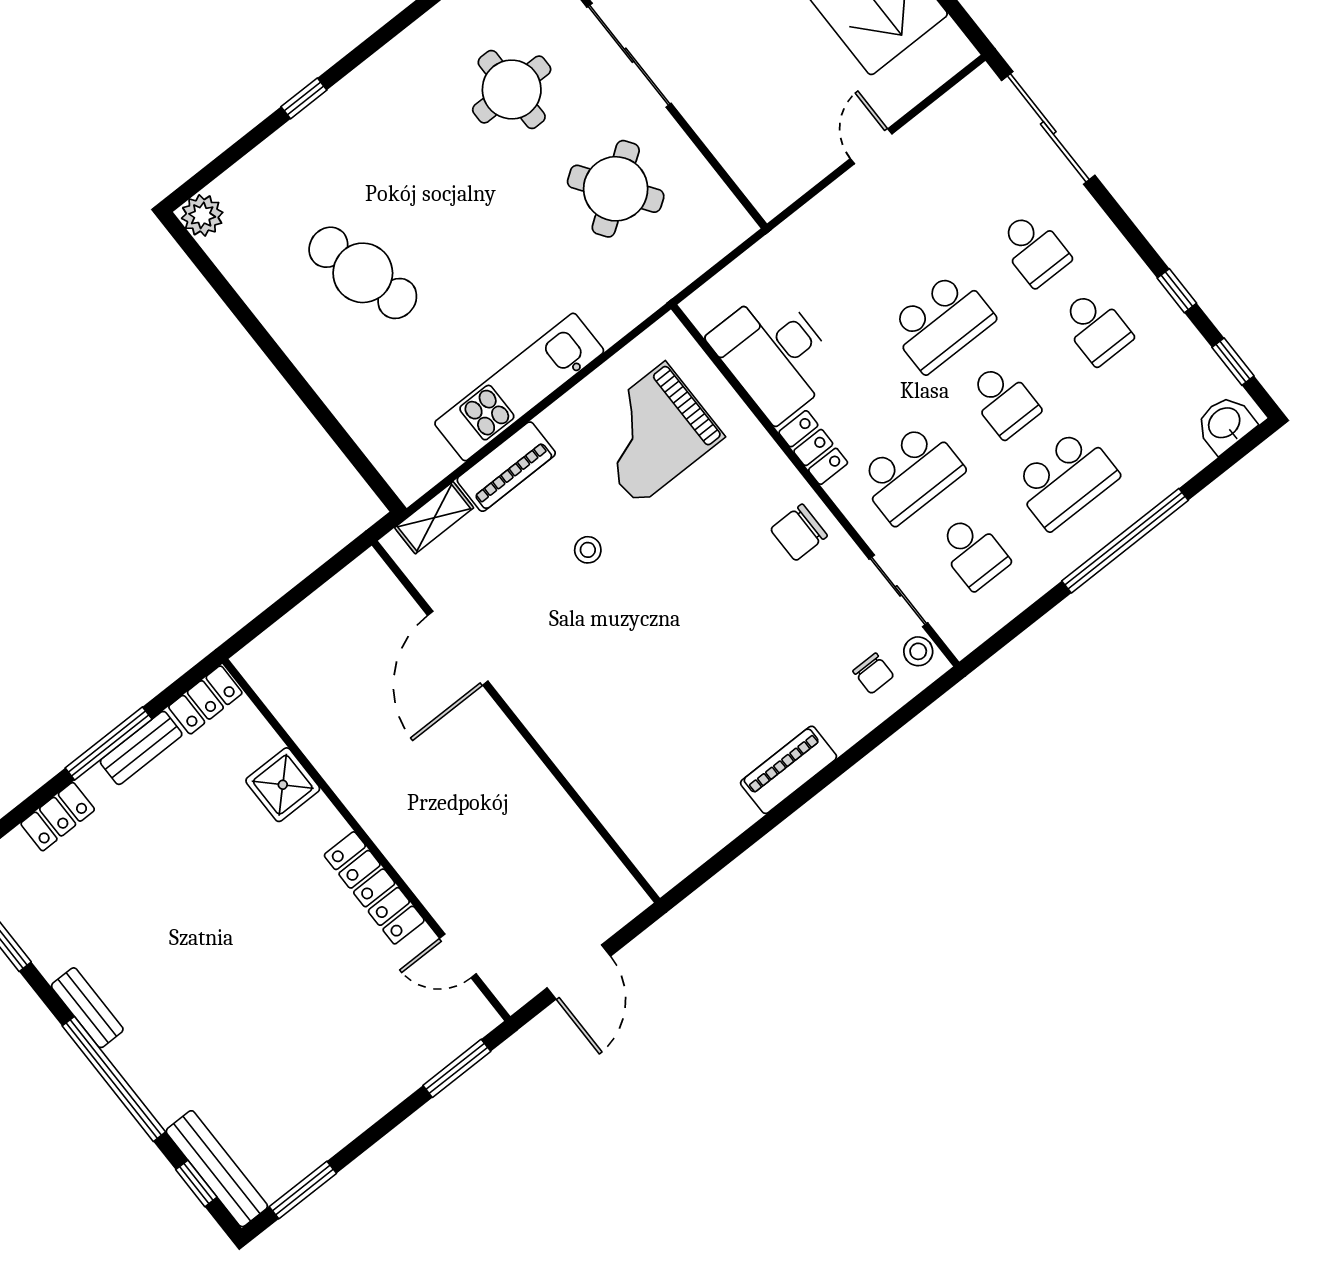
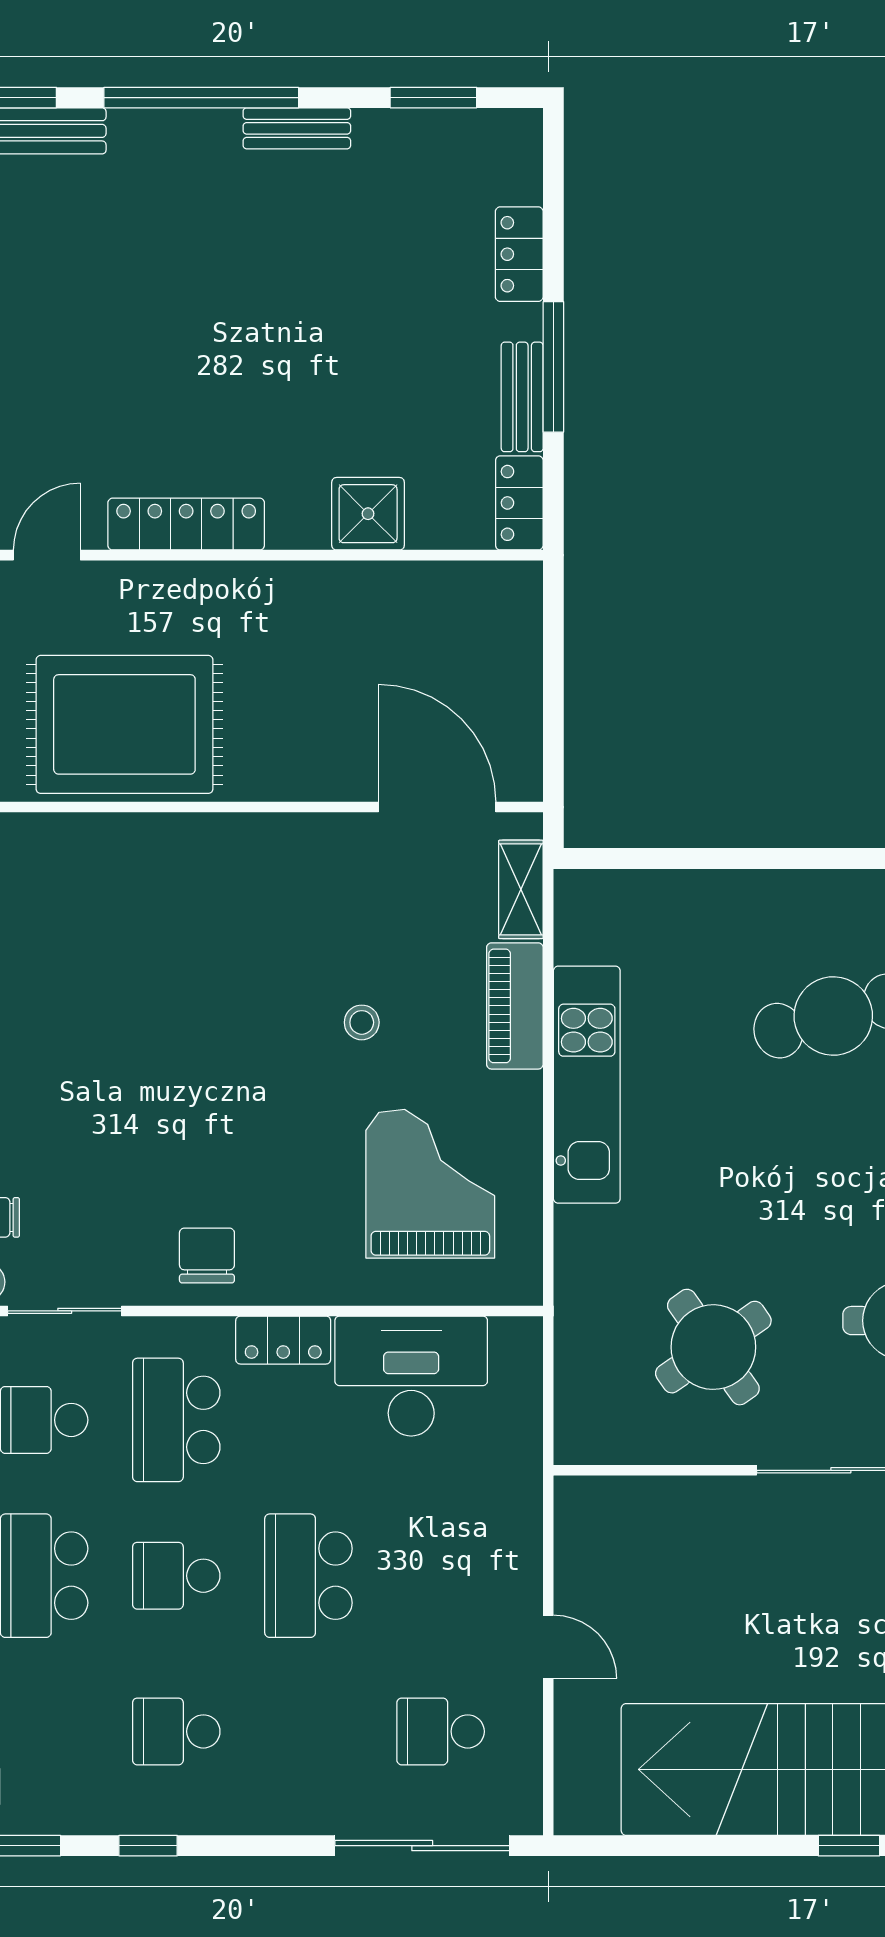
school desk: (1034, 249) -> (441, 1731), moved
door: (458, 648) -> (437, 807), moved
rug: (522, 831) -> (124, 724), added

